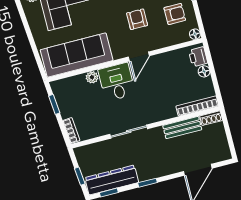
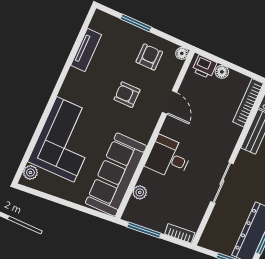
door: (139, 56) -> (169, 102), moved
plant: (92, 77) -> (140, 192), moved
window: (54, 104) -> (144, 230), width x1.50

